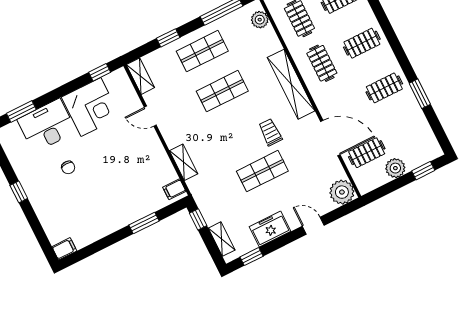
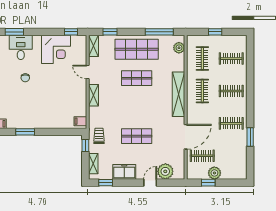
window: (168, 38) -> (110, 32), moved
shop shelf: (202, 51) -> (137, 49), width x1.43, depth x1.36
desk: (47, 126) -> (21, 47), width x0.73
trolley: (270, 132) -> (99, 136), moved
door: (330, 138) -> (186, 137), hinge flipped
shelving: (184, 162) -> (94, 95), moved
window: (423, 171) -> (208, 183), moved
plant: (342, 192) -> (165, 171), moved
window: (144, 223) -> (25, 132), moved
door: (313, 226) -> (150, 183), hinge flipped

